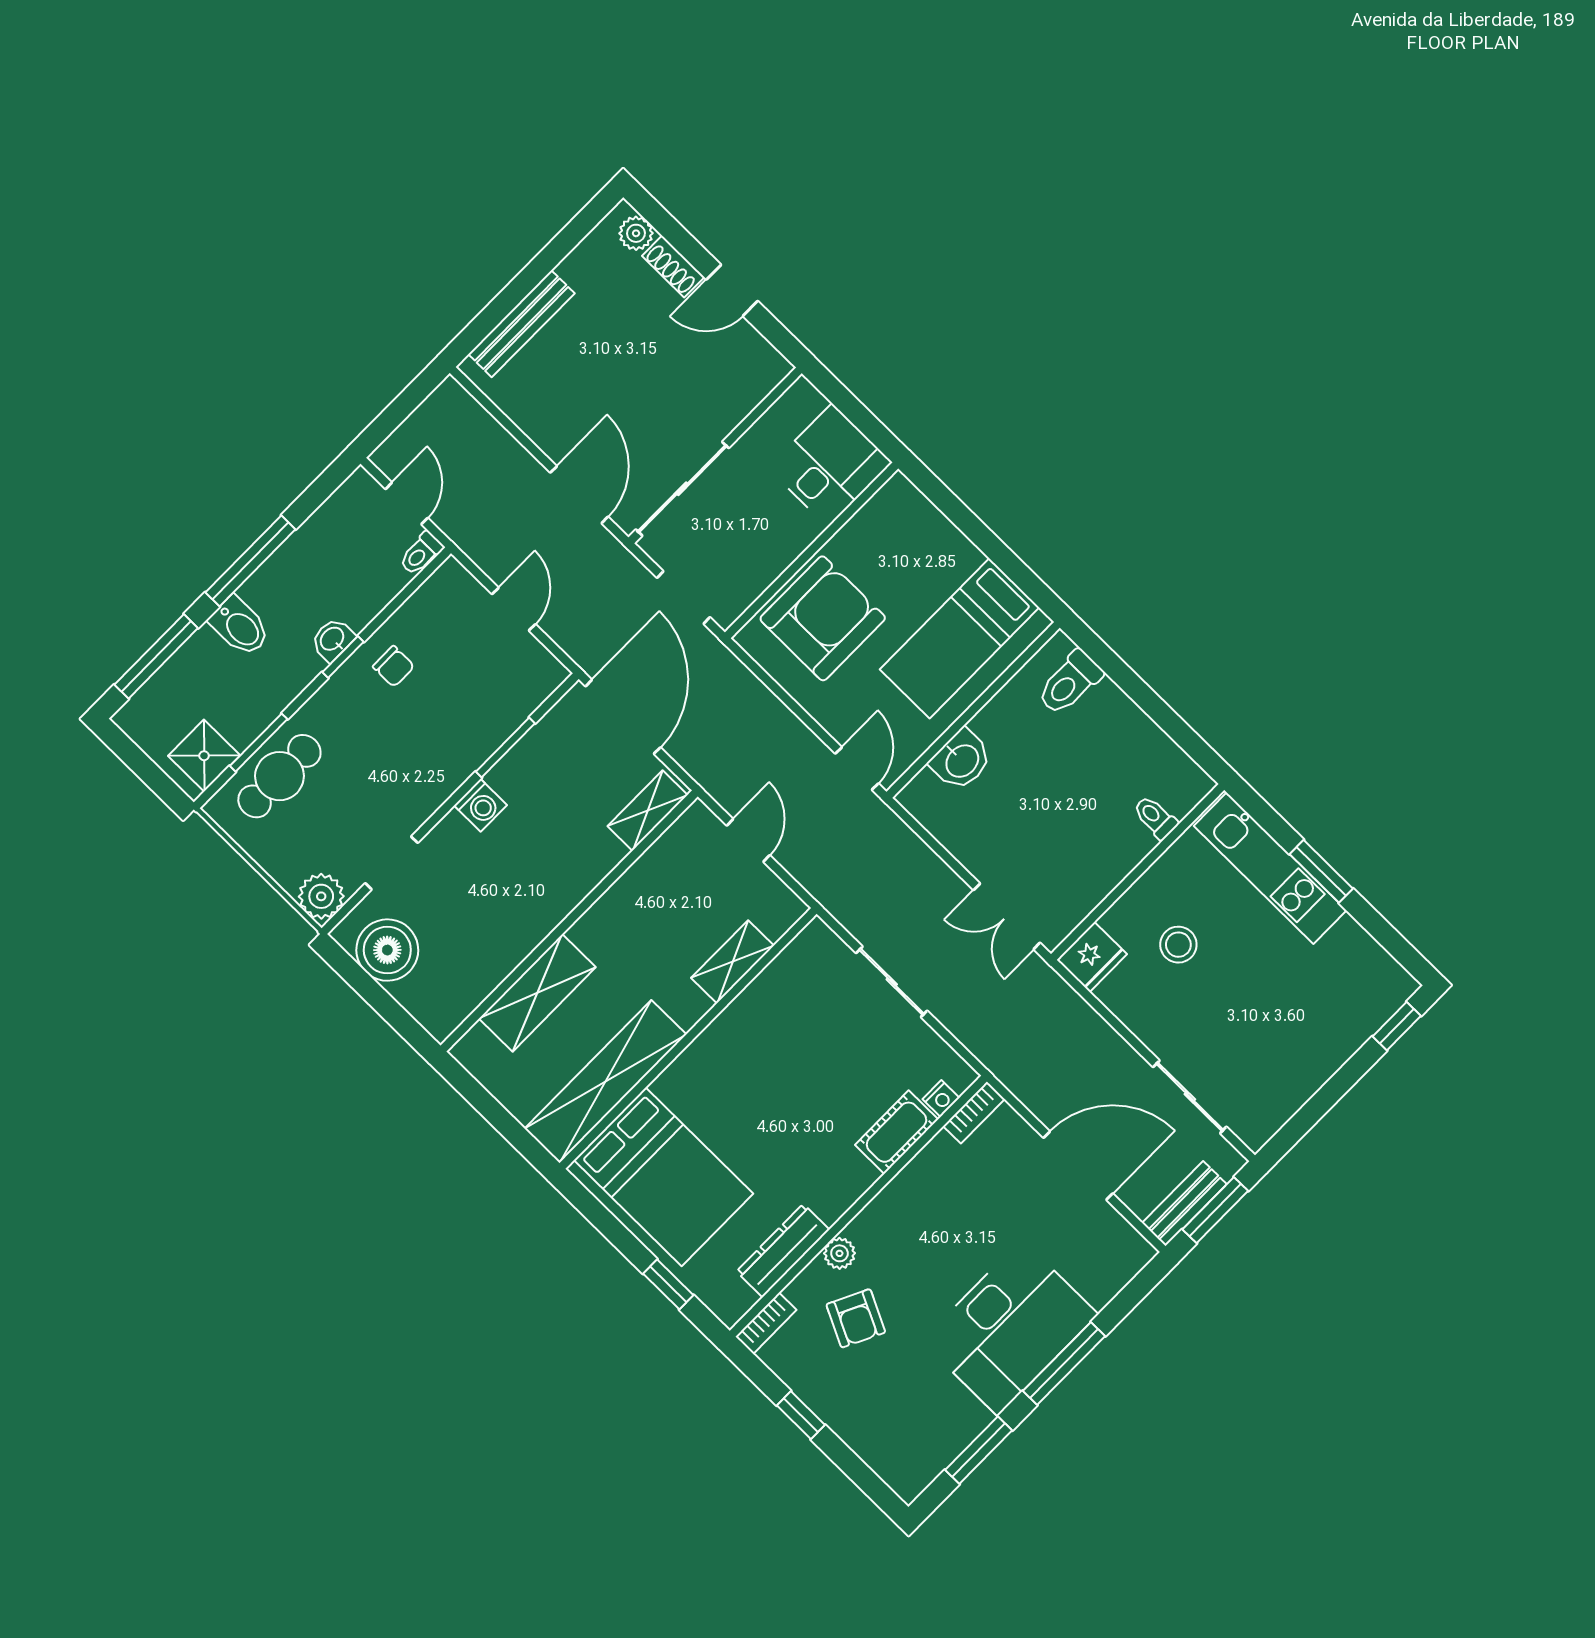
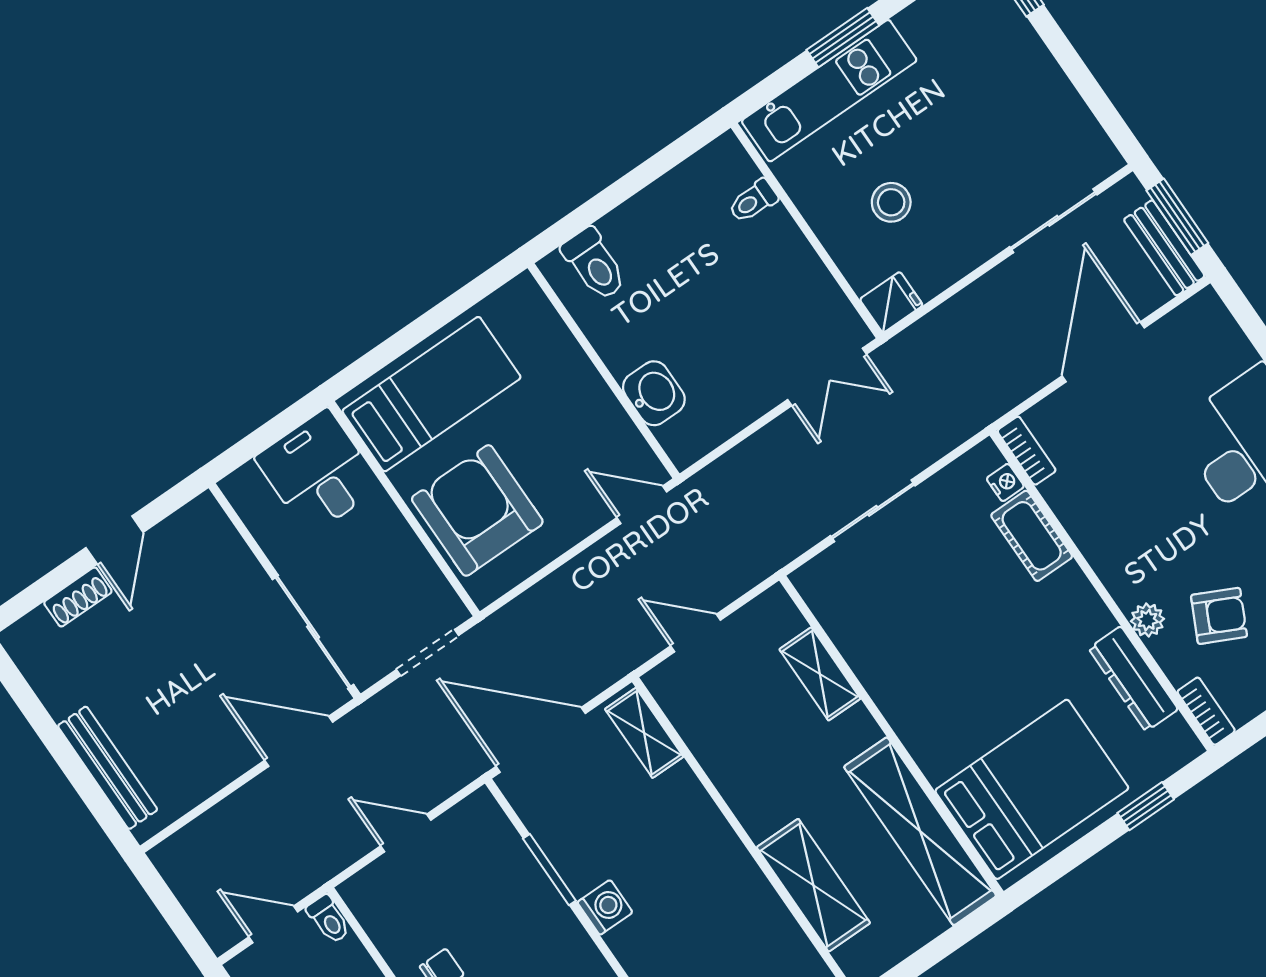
plant: (636, 233) -> (36, 629), removed
bed: (960, 638) -> (432, 394), moved, turned -90
fridge: (1092, 957) -> (891, 302), width x0.72

